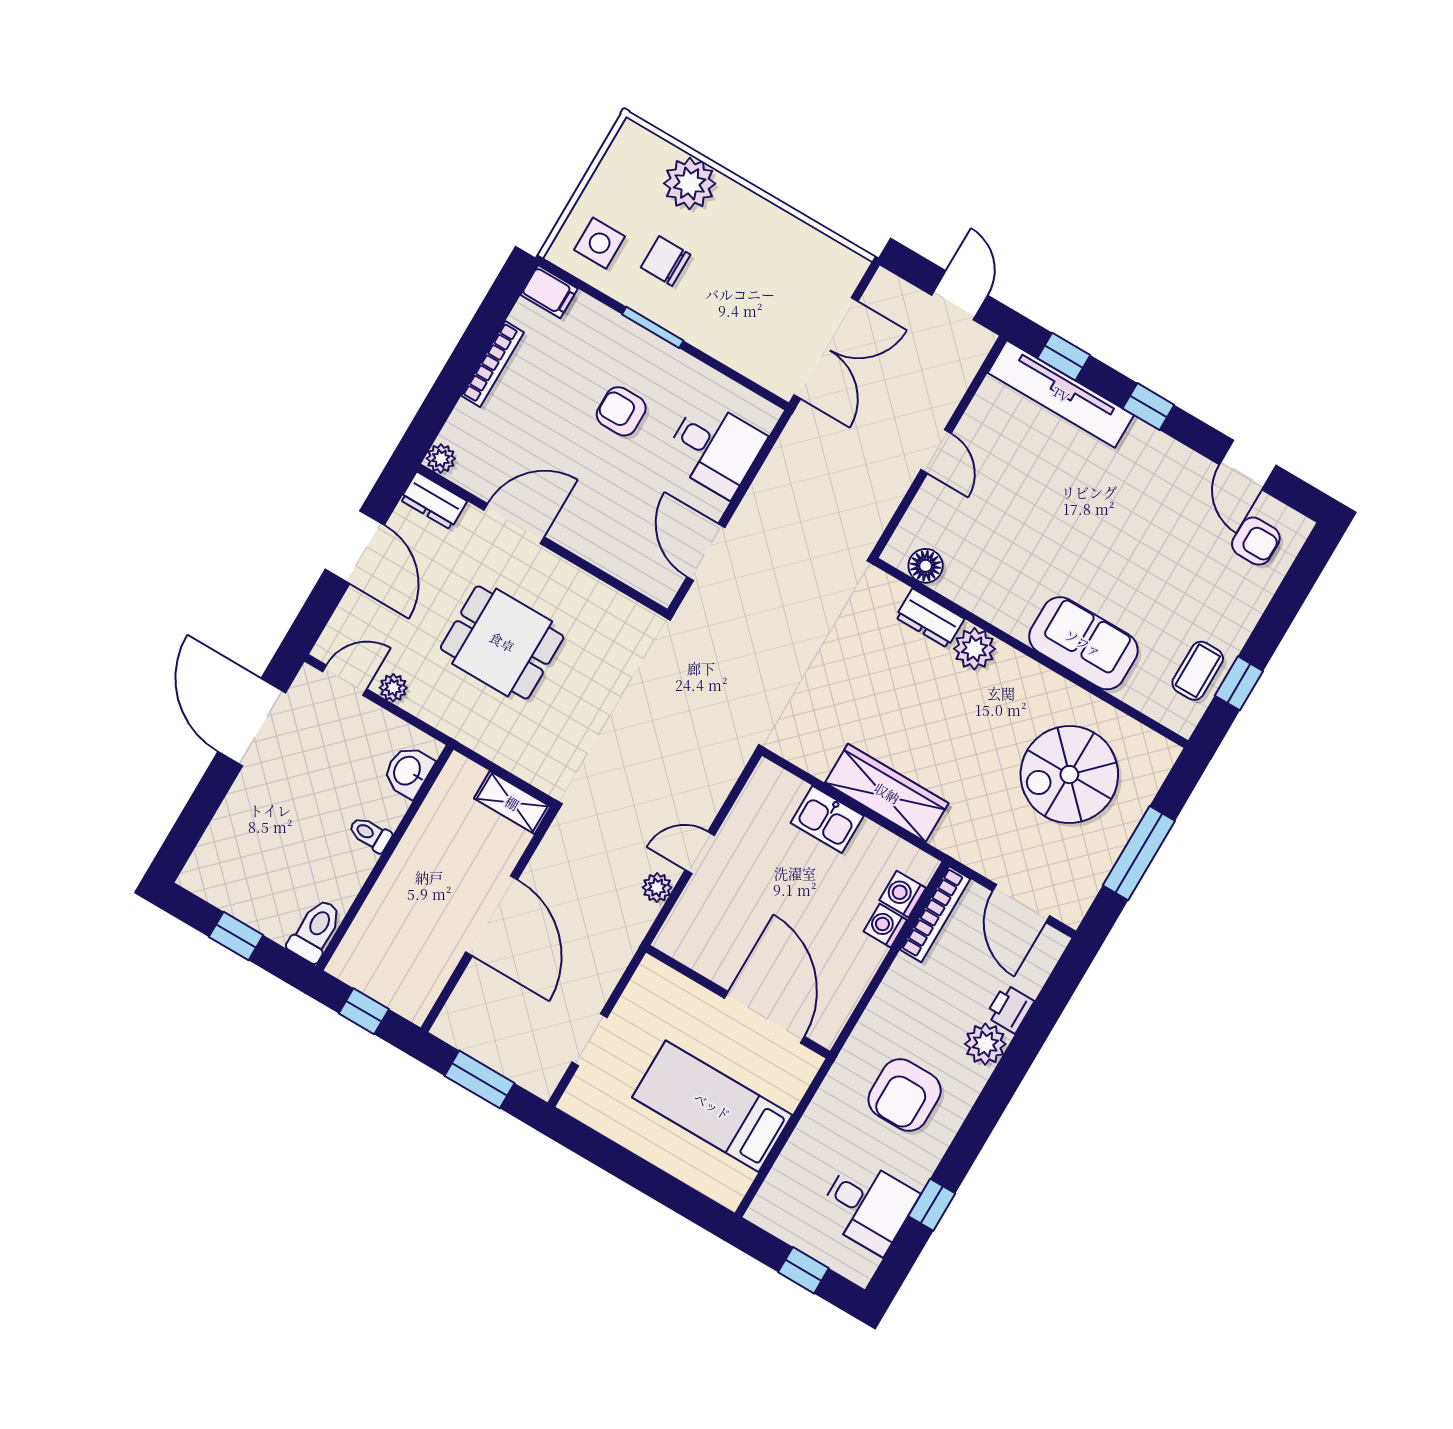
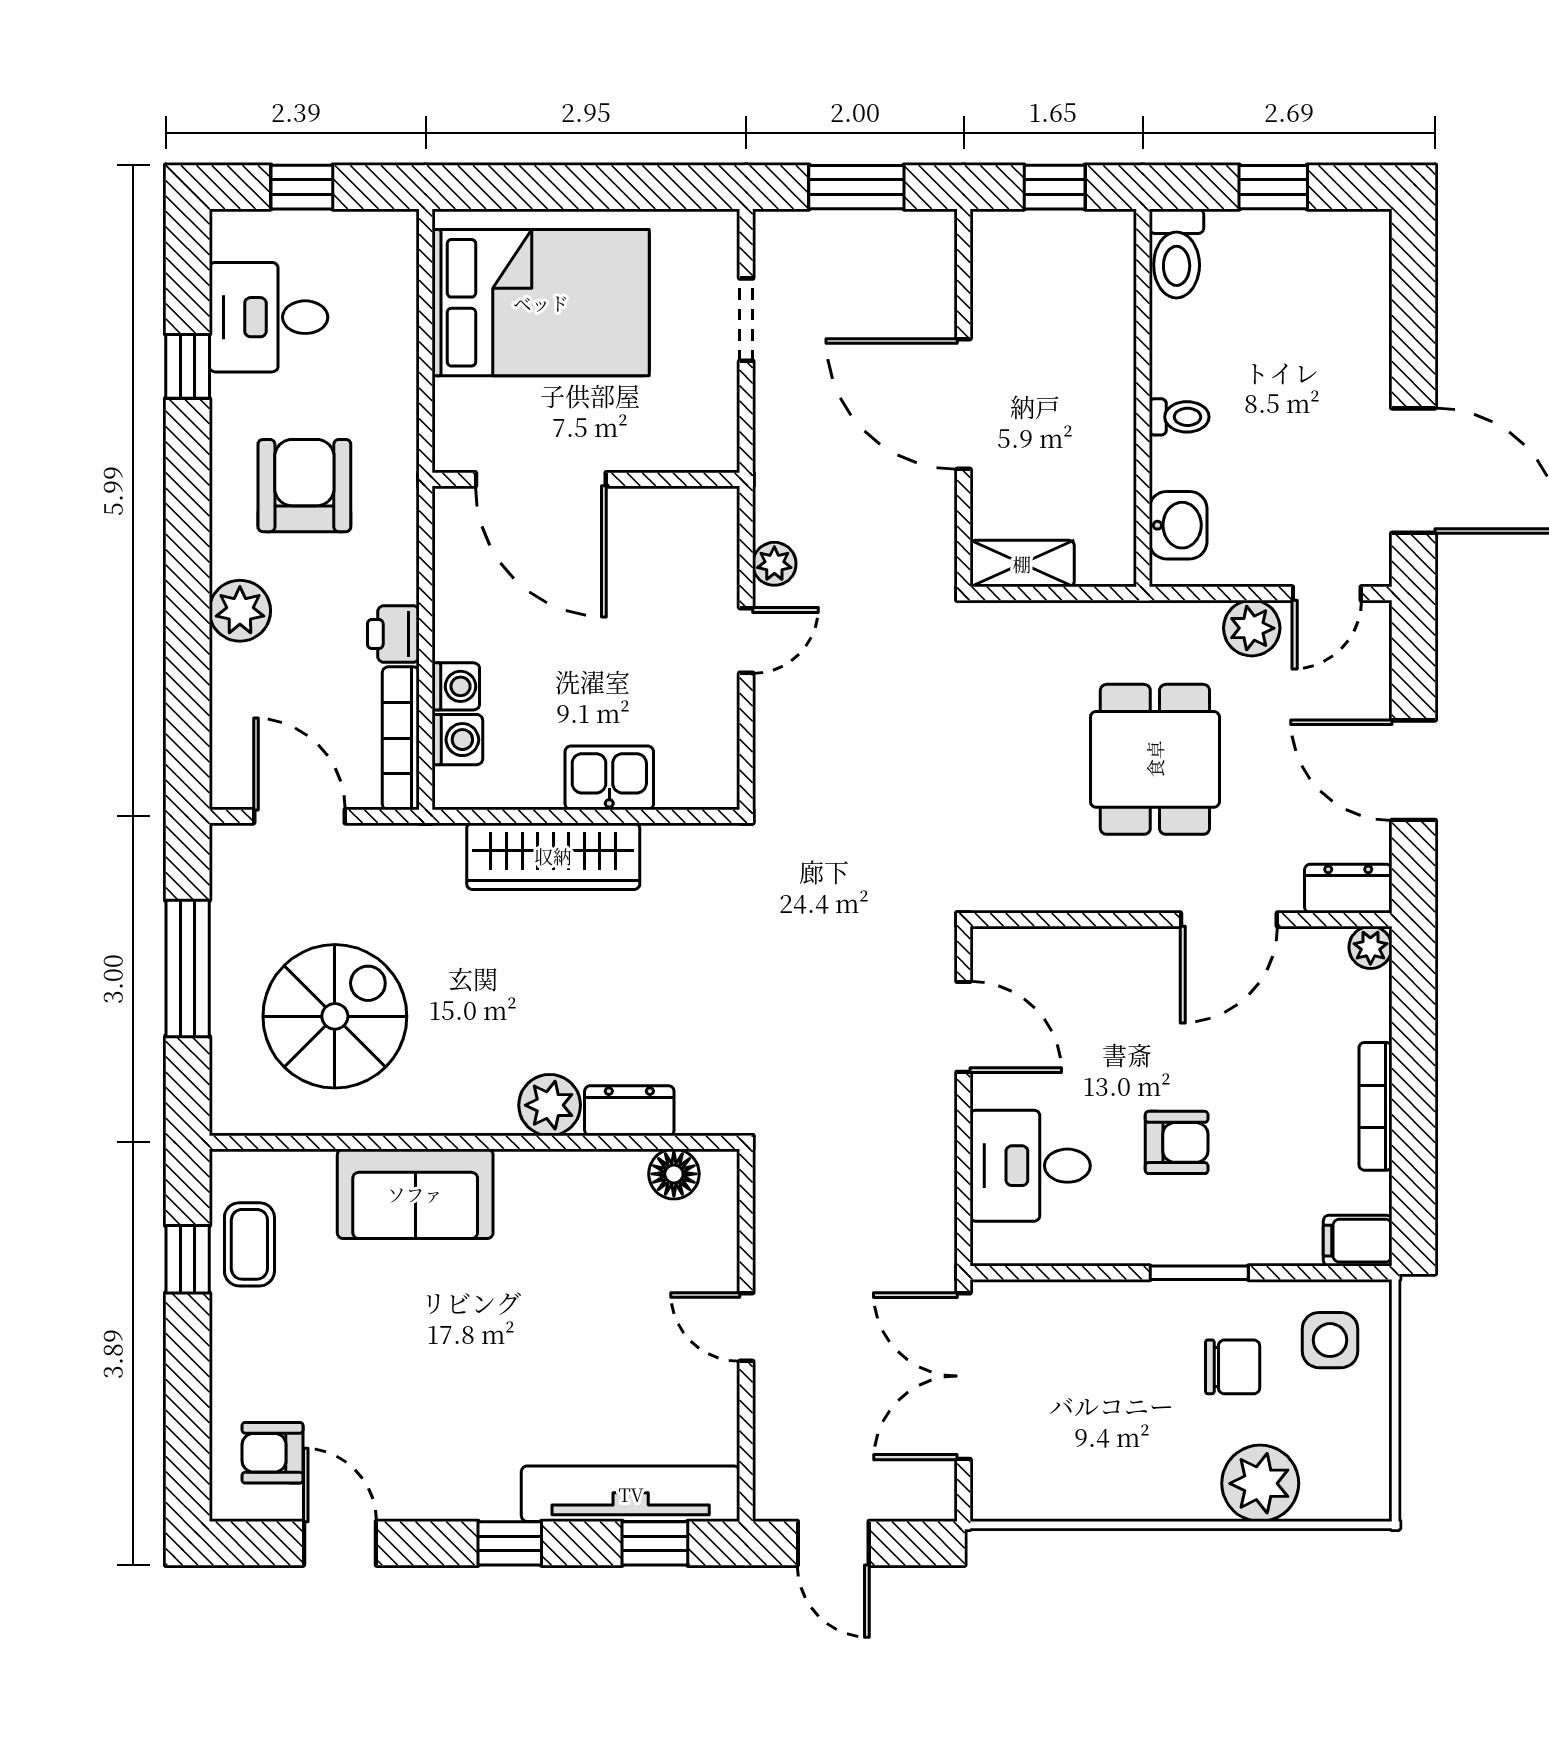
dining table: (502, 642) -> (1155, 759), turned 90
plant: (393, 688) -> (1252, 628), width x1.38, depth x1.38
printer: (1010, 1009) -> (393, 634), moved, turned 180
bed: (712, 1106) -> (541, 303), width x1.50

